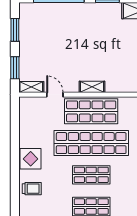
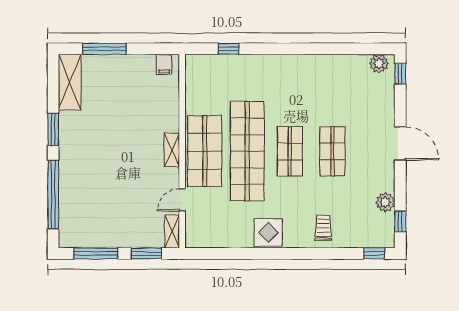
window: (15, 30) -> (96, 253), width x1.44
trolley: (32, 189) -> (323, 228), moved

